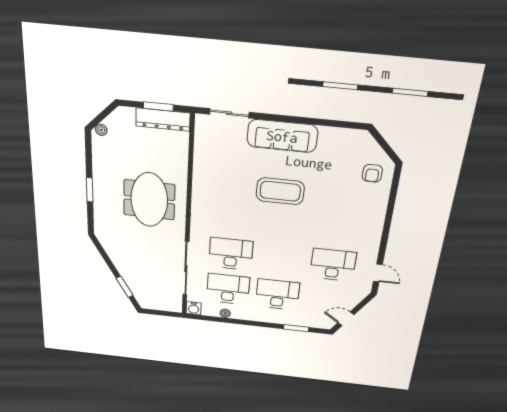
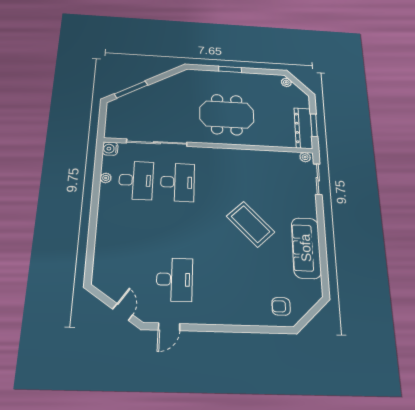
plant: (201, 123) -> (305, 157), added
sofa: (282, 136) -> (306, 248), moved
coffee table: (280, 191) -> (250, 224), turned -44
window: (125, 287) -> (131, 90), width x1.44
desk: (277, 294) -> (133, 227), removed
door: (346, 319) -> (123, 312), moved
window: (296, 328) -> (91, 249), removed

